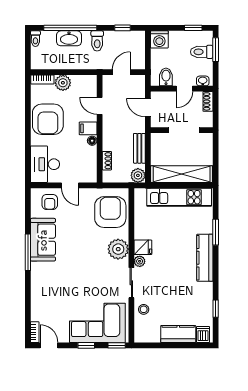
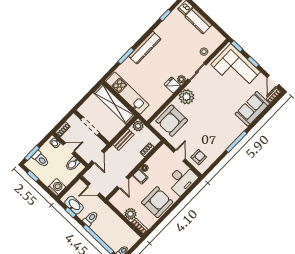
washbasin: (69, 38) -> (74, 205), moved
sofa: (43, 240) -> (252, 109), moved

